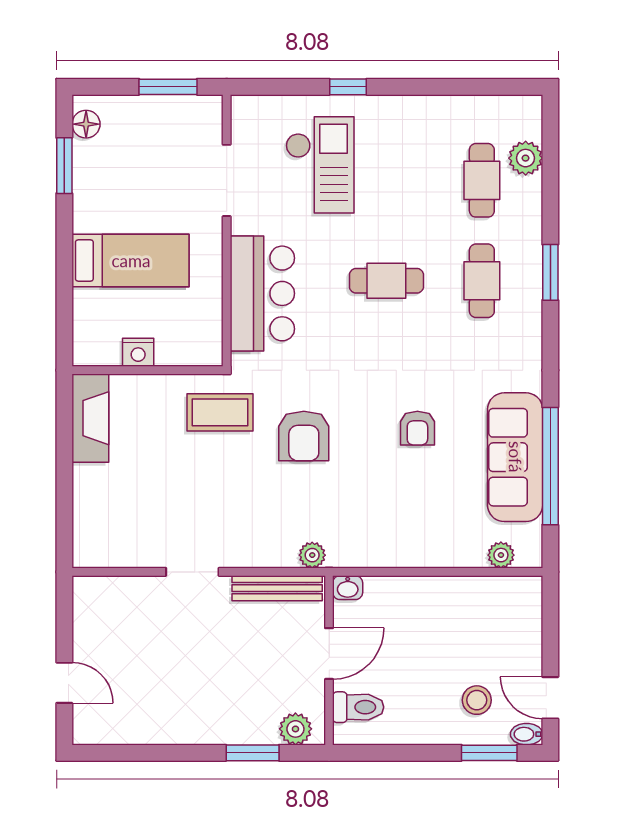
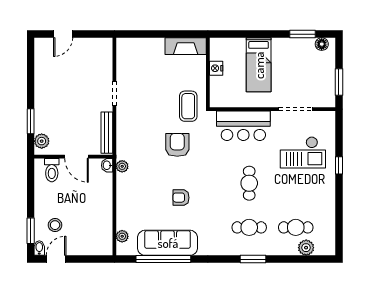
armchair: (304, 436) -> (177, 145), turned 90
plant: (312, 555) -> (122, 166), moved

